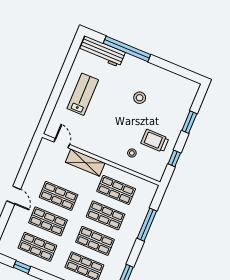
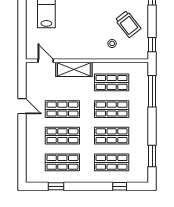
trolley: (155, 141) -> (128, 24), turned -128
window: (174, 158) -> (152, 45), moved
door: (14, 195) -> (22, 106), moved
window: (147, 225) -> (152, 91), moved

